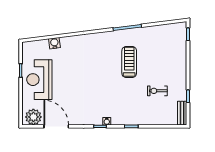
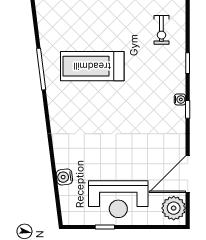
treadmill: (129, 62) -> (92, 66), width x1.37, depth x1.38
exercise bike: (157, 91) -> (161, 30), moved

